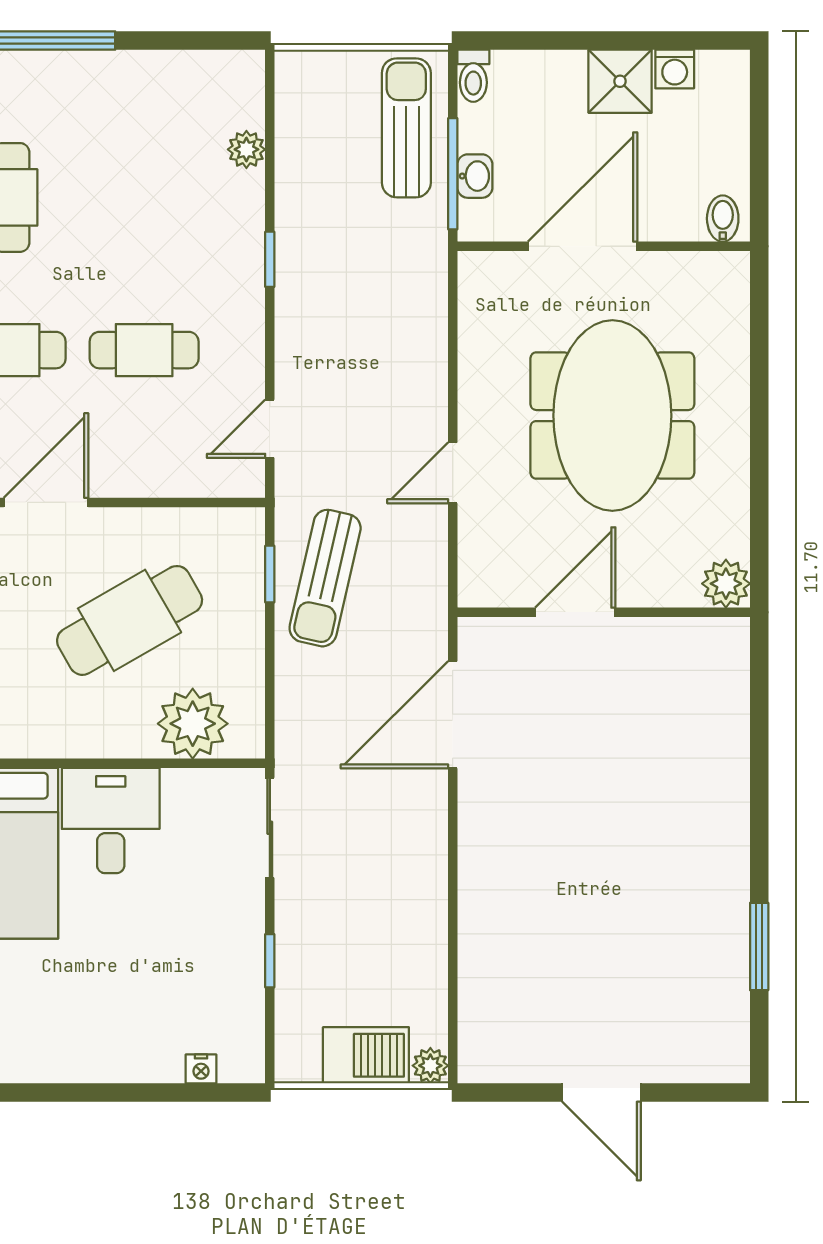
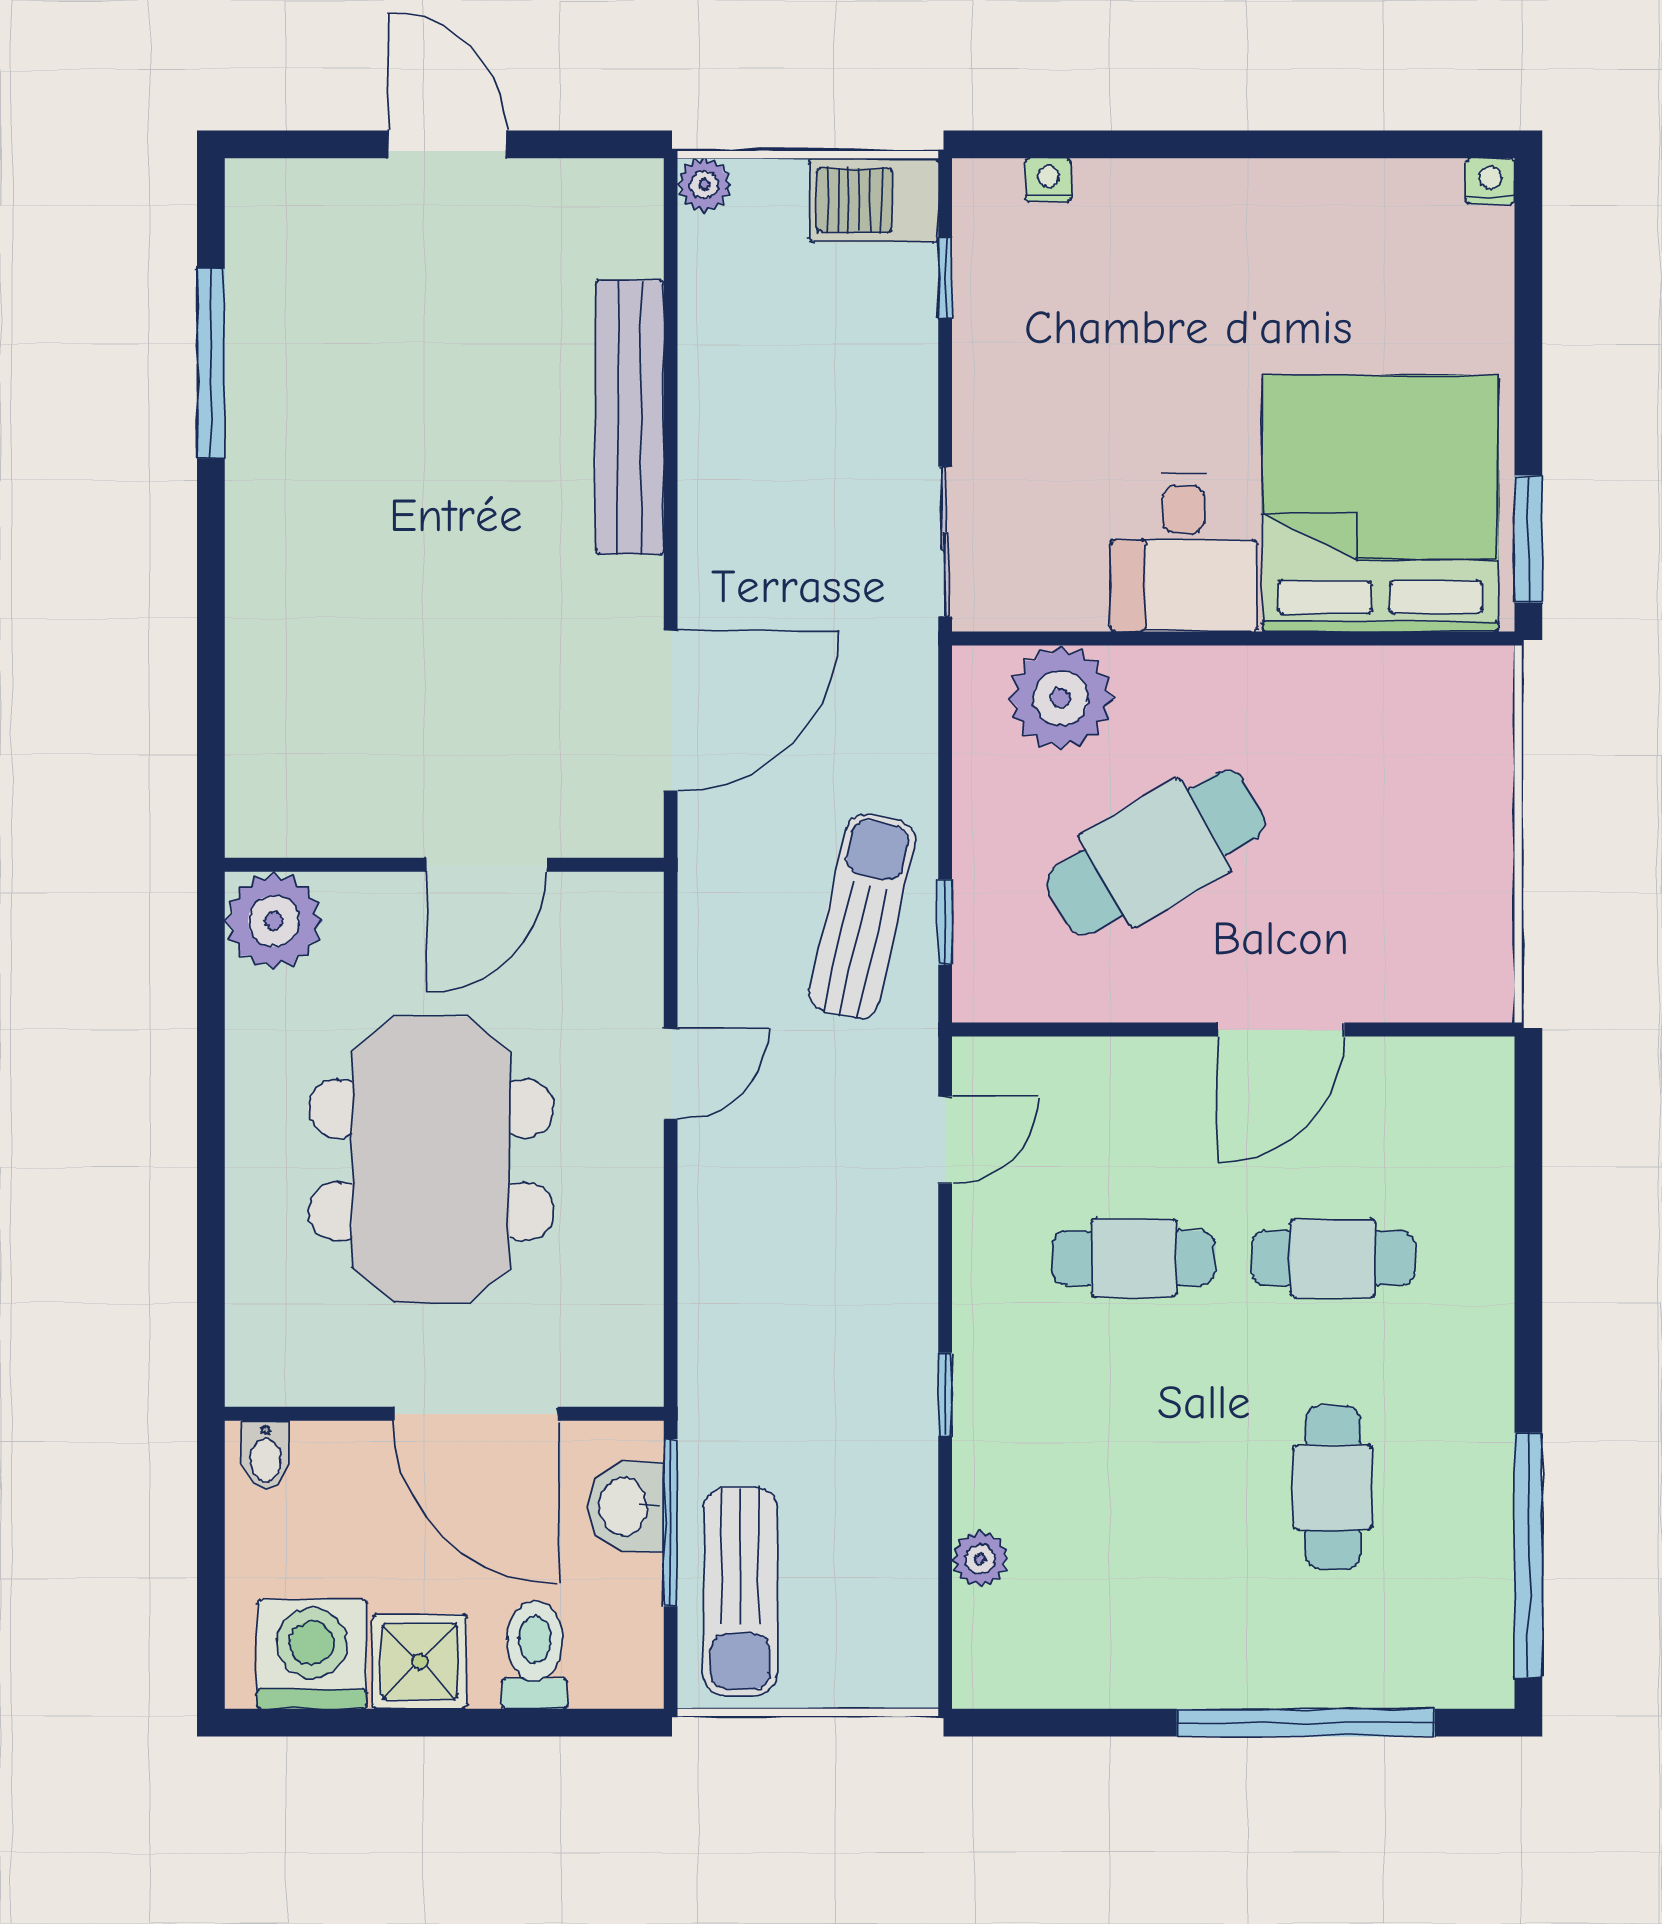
washing machine: (675, 69) -> (312, 1654), width x1.89, depth x1.89
toilet: (473, 76) -> (535, 1655), moved, width x1.37, depth x1.39
washbasin: (475, 176) -> (626, 1507), width x1.38, depth x1.45
door: (583, 246) -> (476, 1414), hinge flipped
plant: (726, 584) -> (274, 921), width x1.36, depth x1.36
bench: (480, 911) -> (630, 417), added
window: (759, 946) -> (211, 363), width x1.44
window: (270, 961) -> (945, 277), moved
barbecue: (366, 1055) -> (874, 200), moved

